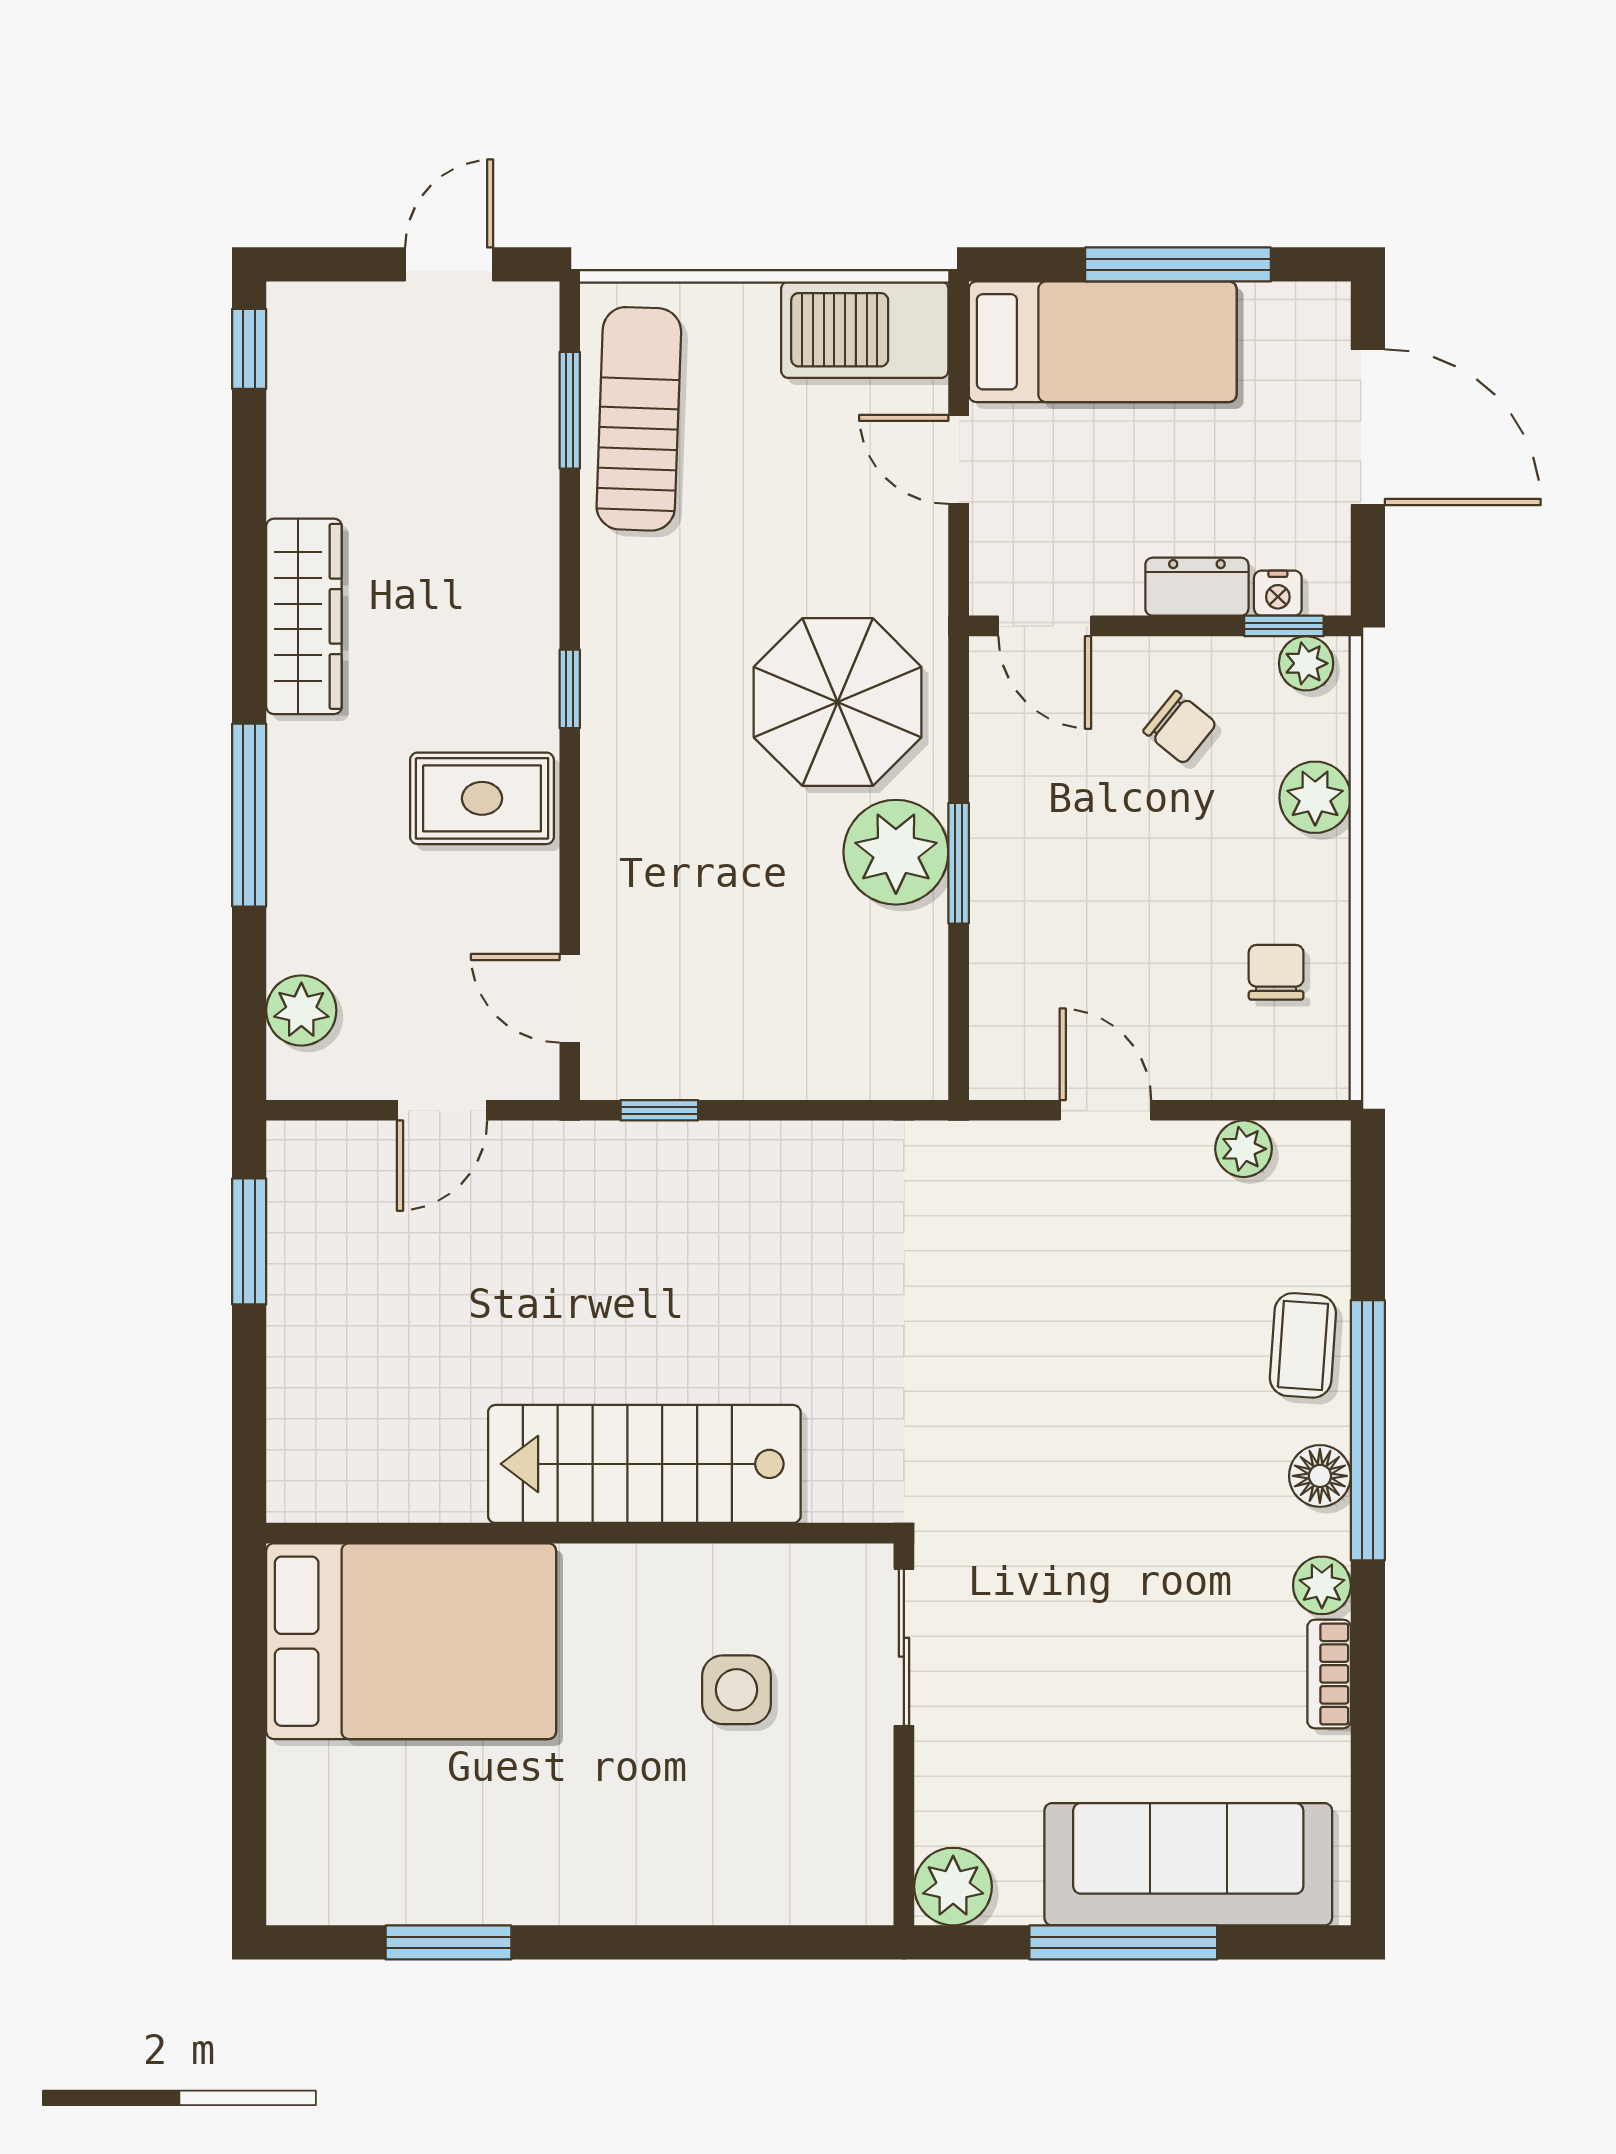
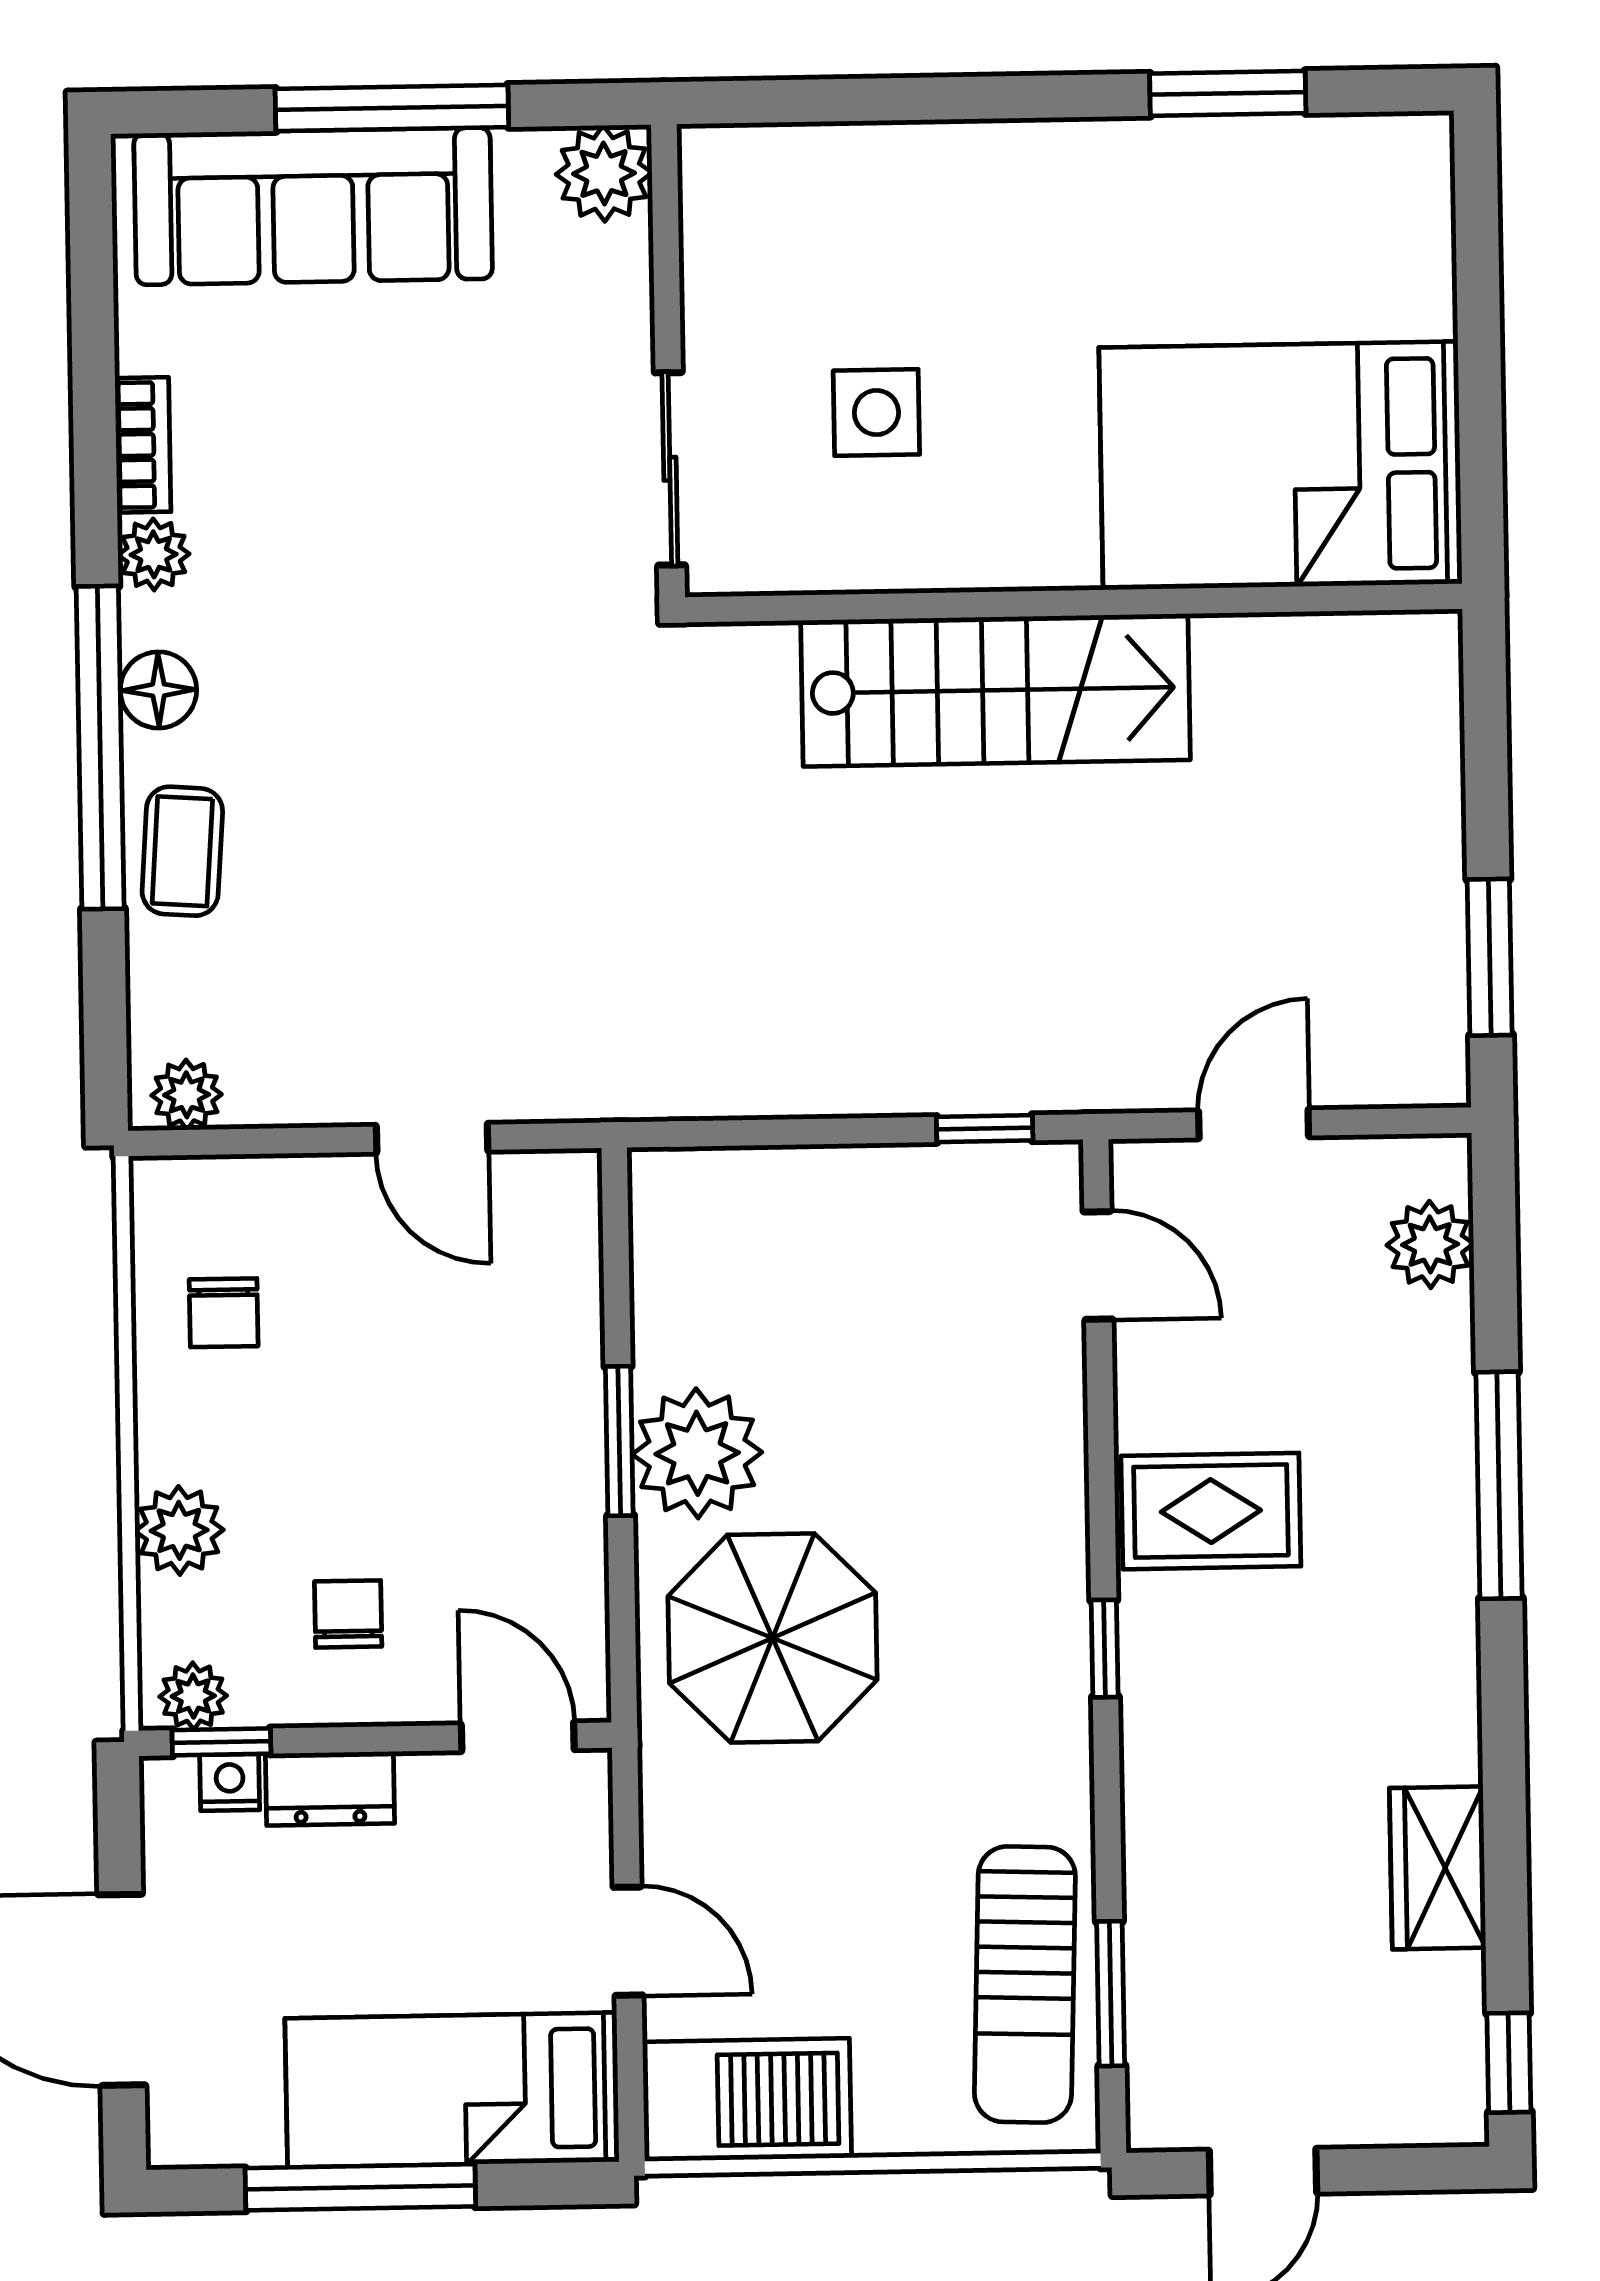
wardrobe: (304, 616) -> (1438, 1868), moved, width x0.67
chair: (1180, 727) -> (348, 1614), turned 51
plant: (1244, 1149) -> (187, 1095), moved

